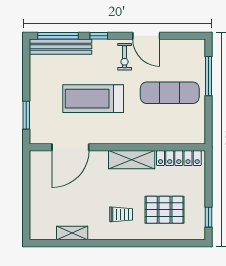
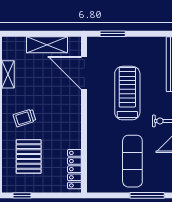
shelving: (132, 160) -> (47, 45), moved, turned 90
trolley: (121, 214) -> (24, 118), turned 72

